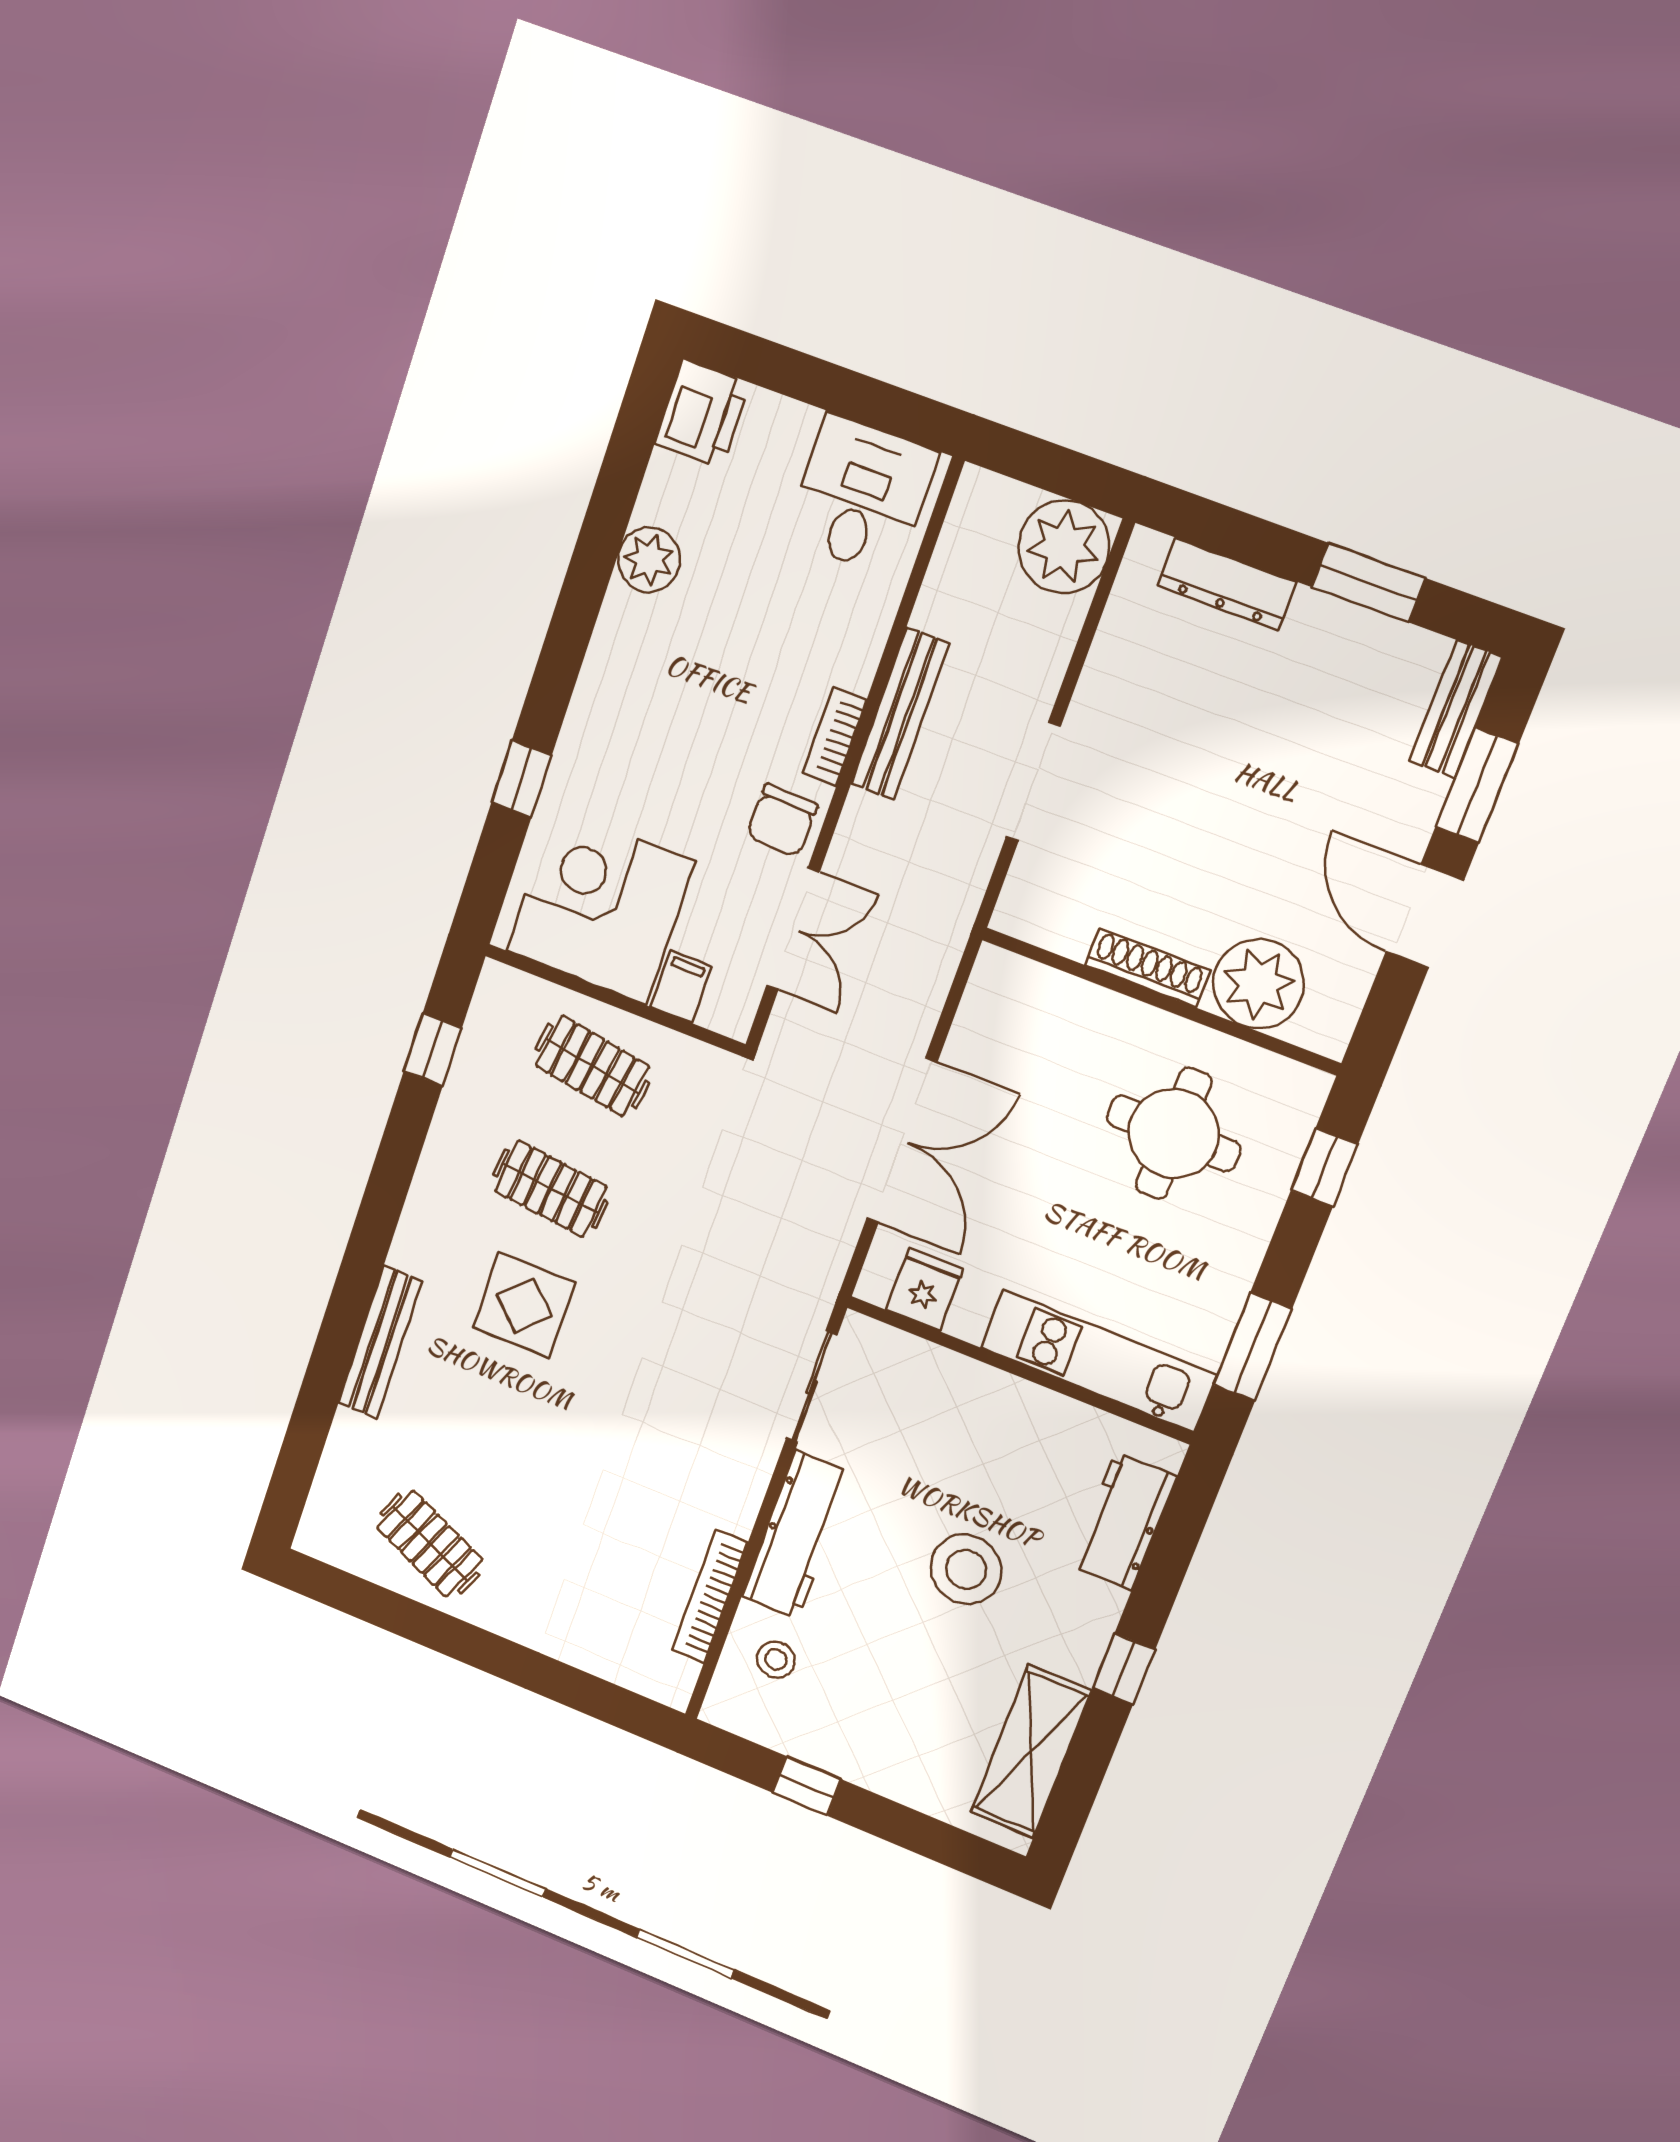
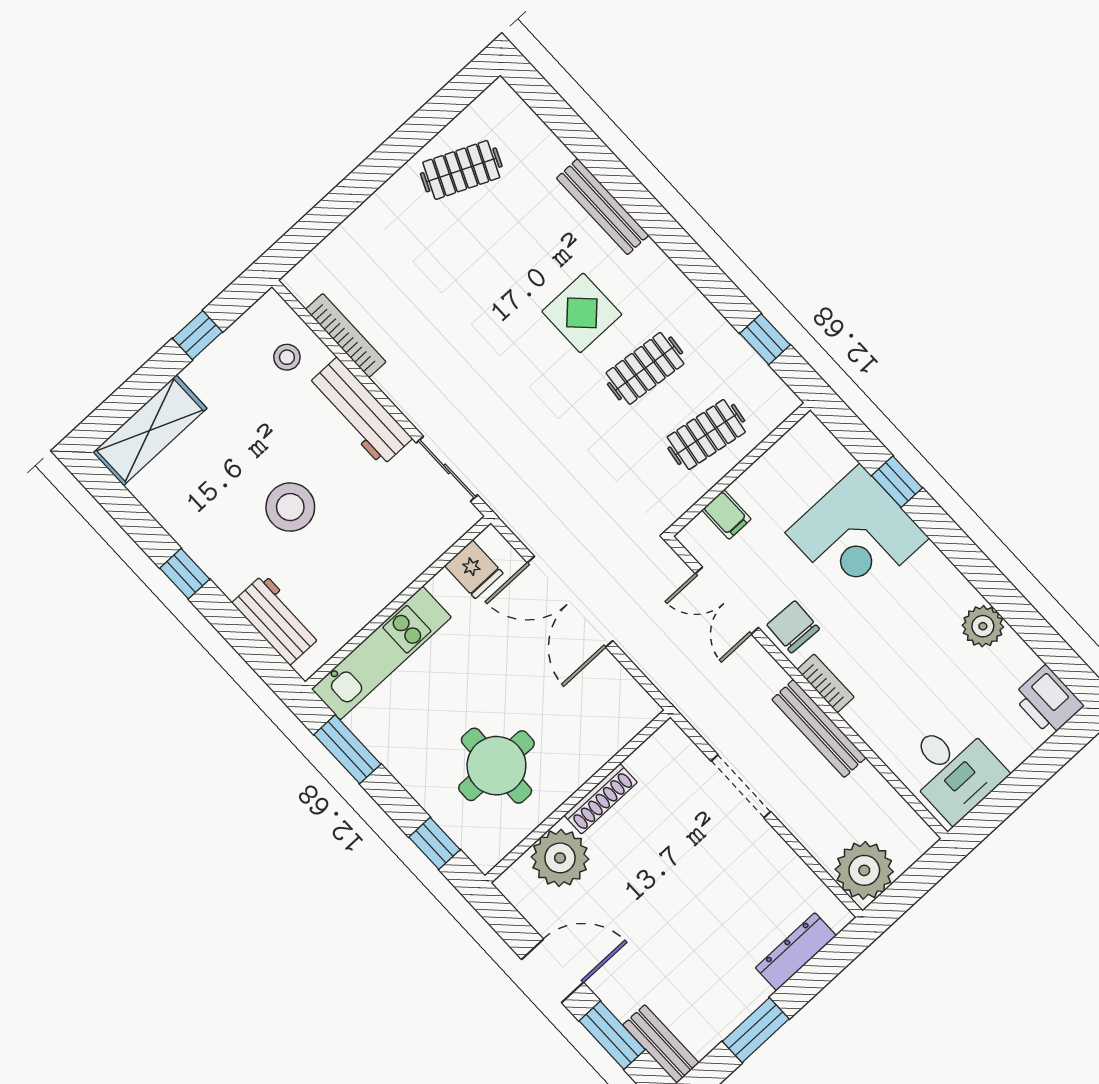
corner desk: (600, 906) -> (857, 535), moved, turned 90
shelving: (1031, 1752) -> (150, 430), moved, turned 90

